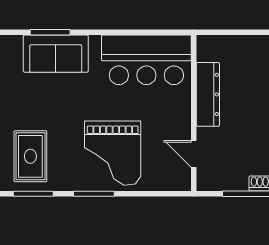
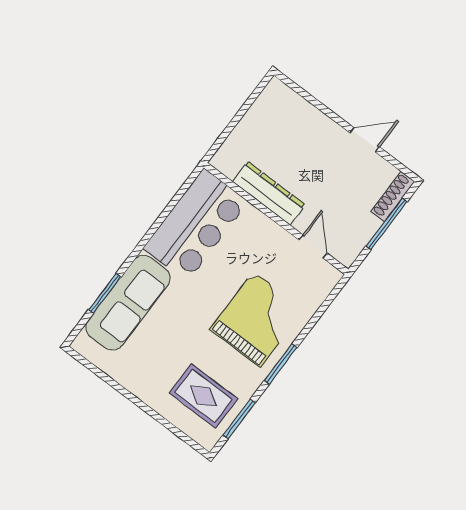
sofa: (56, 54) -> (128, 303), width x1.36
grand piano: (113, 153) -> (257, 319), turned -90
door: (194, 154) -> (313, 246), swing flipped

